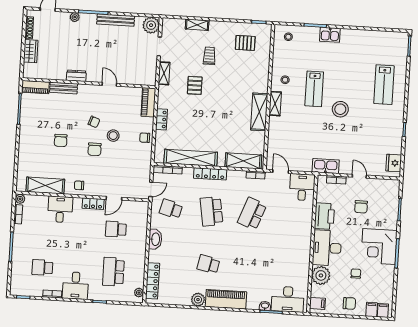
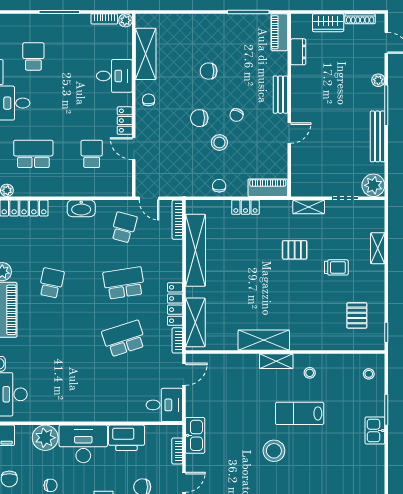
dresser: (76, 76) -> (298, 52), moved
bench: (64, 88) -> (280, 95), moved
locker: (210, 174) -> (175, 304), moved
school desk: (252, 214) -> (124, 339), turned -39

